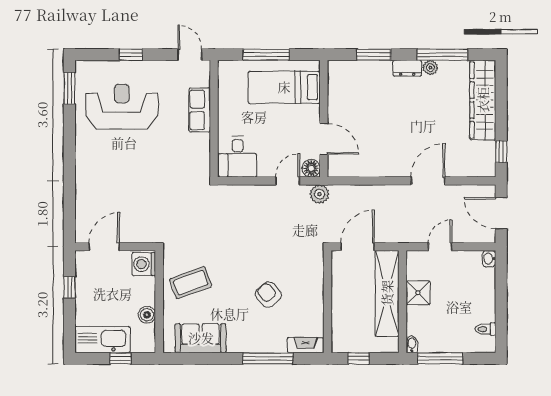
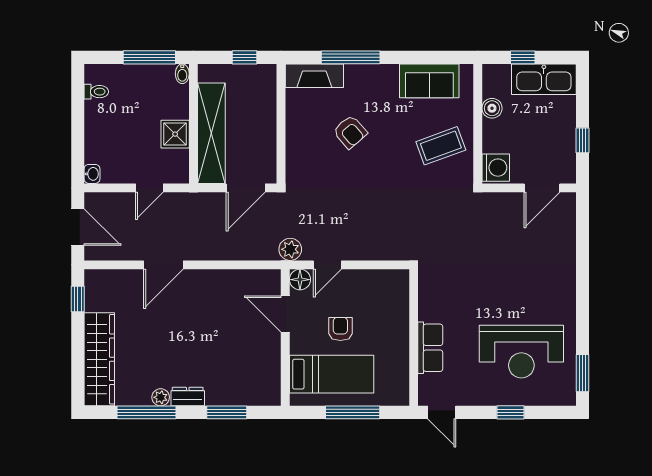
armchair: (277, 126) -> (340, 329), added
desk: (238, 157) -> (386, 293), removed
fireplace: (306, 345) -> (314, 76), width x1.37, depth x1.32

